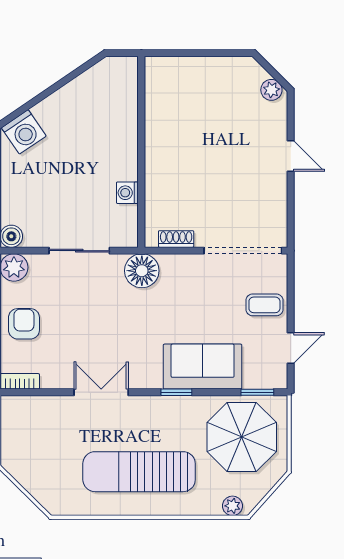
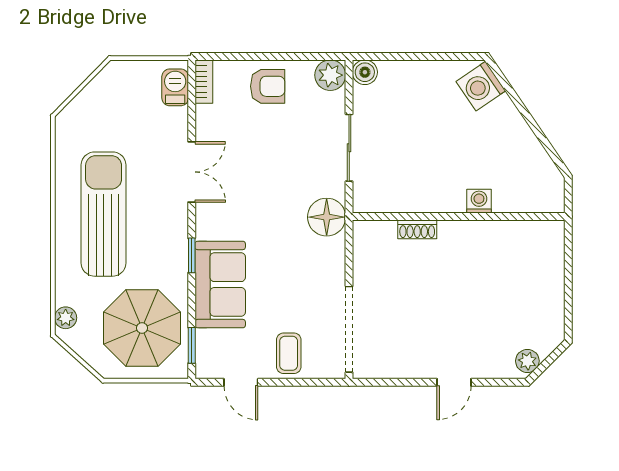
washing machine: (127, 193) -> (479, 201), moved
shoe rack: (176, 239) -> (417, 229), moved, turned 90
barbecue: (25, 407) -> (175, 87), added

